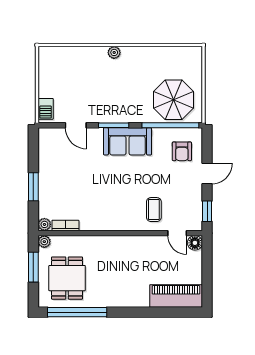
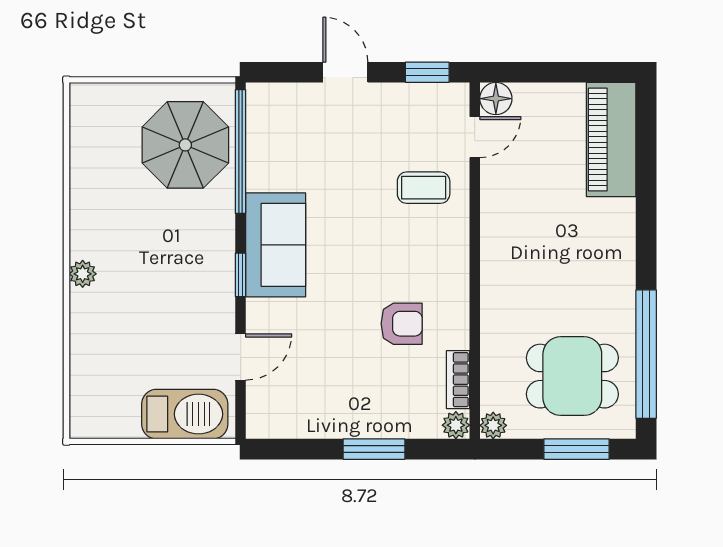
barbecue: (46, 109) -> (185, 414), width x1.88, depth x1.53
window: (114, 125) -> (240, 275), width x0.67
armchair: (182, 151) -> (402, 324), moved
window: (33, 267) -> (576, 449), moved

